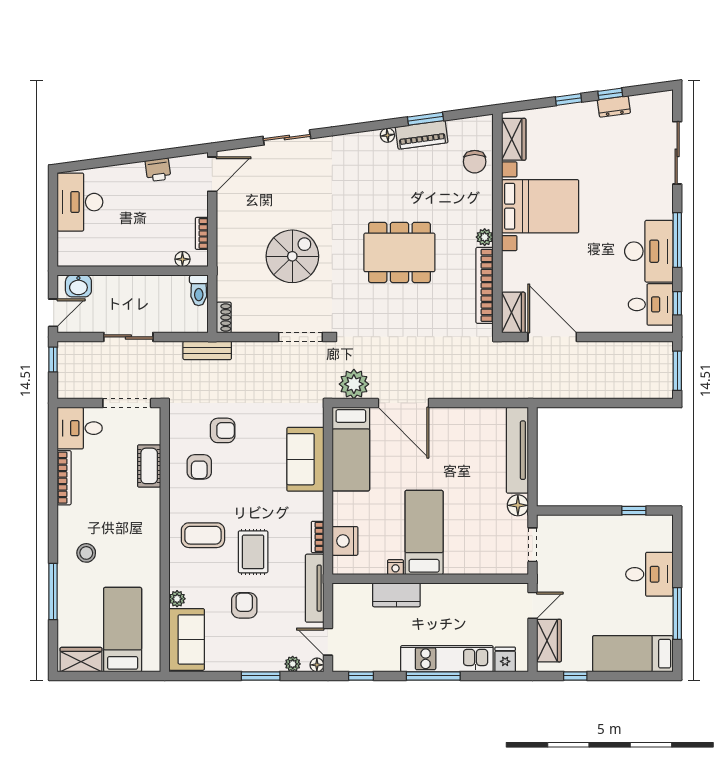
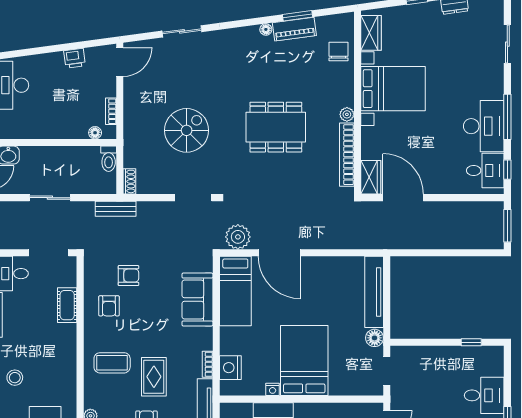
sliding door: (677, 153) -> (507, 44), width x0.73
chair: (475, 162) -> (339, 52), turned 180
bed: (424, 532) -> (304, 361), width x1.50

